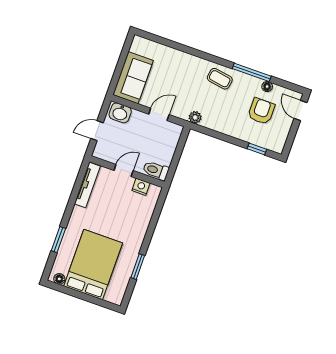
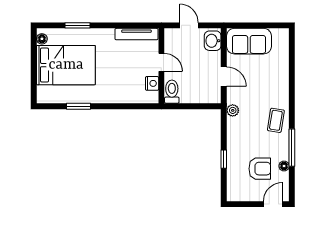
window: (257, 149) -> (224, 159), moved

